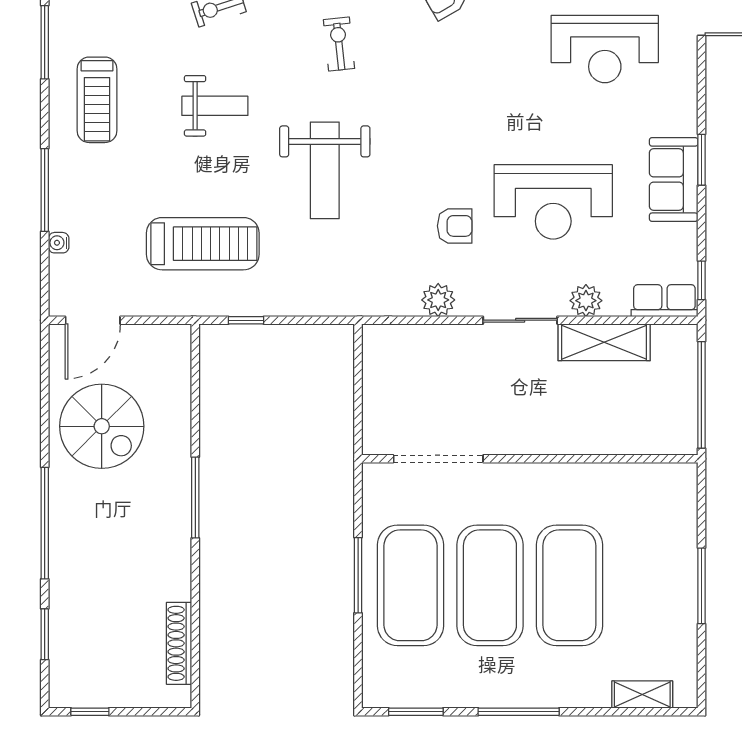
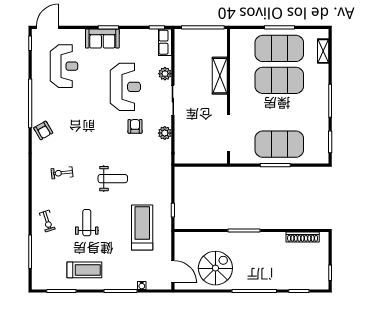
weight bench: (325, 170) -> (113, 179), width x0.73, depth x0.75
sofa: (674, 180) -> (102, 39), moved
shelving: (604, 342) -> (220, 76), moved
exercise mat: (490, 585) -> (279, 48), moved

